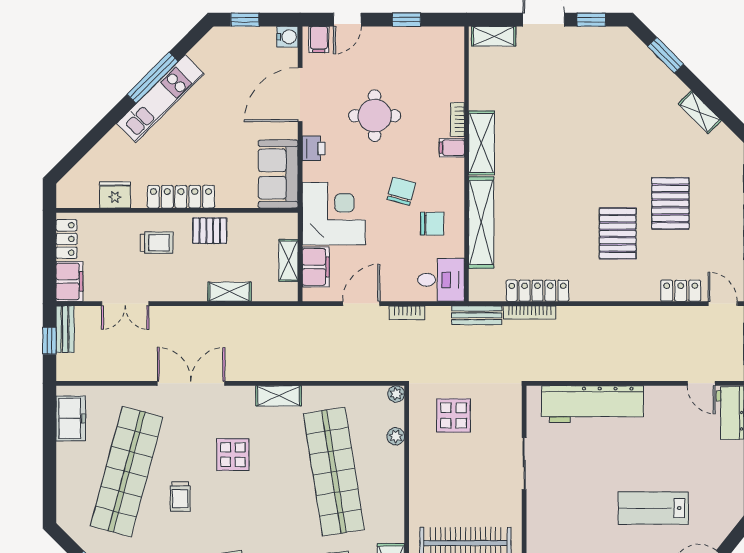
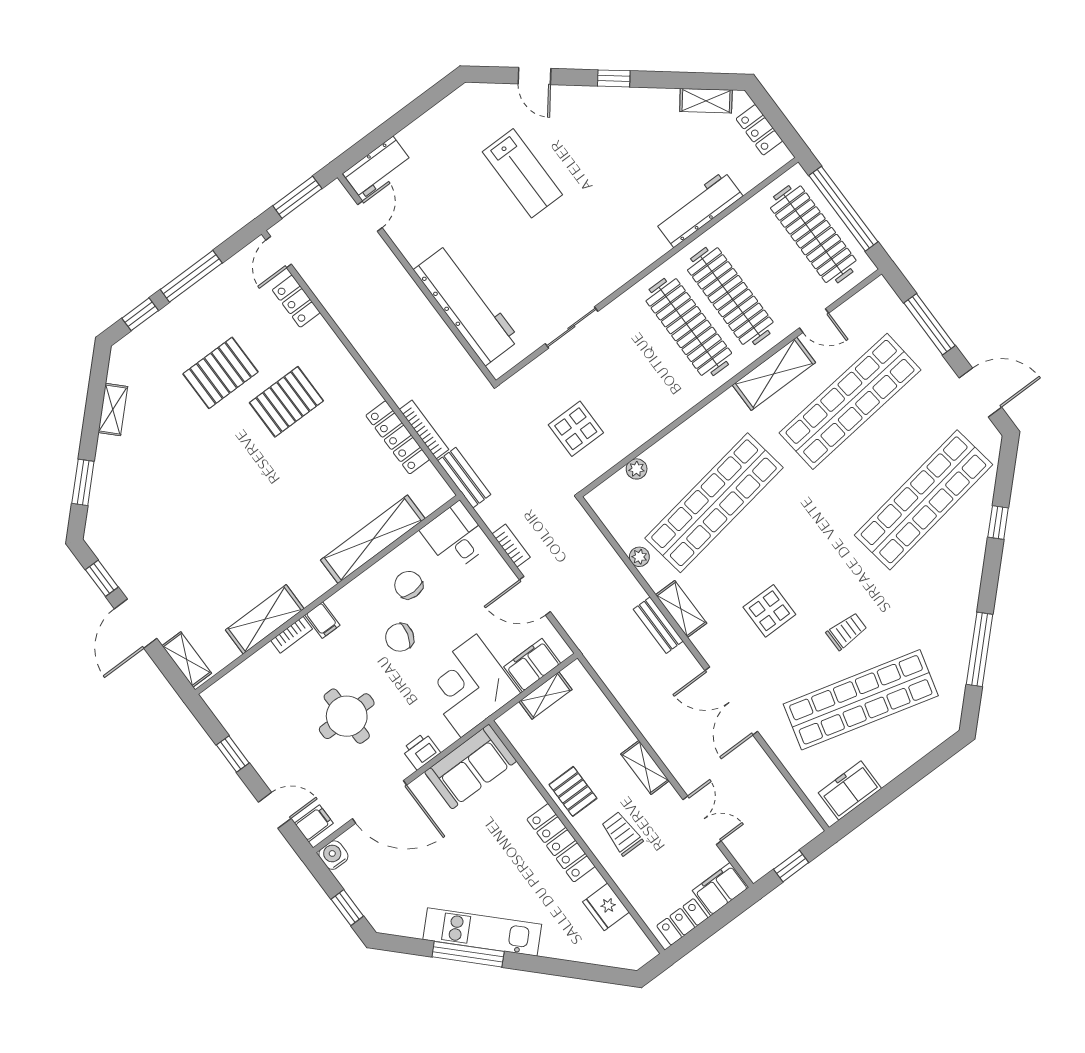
shelving: (481, 143) -> (265, 619), moved
shelving: (229, 292) -> (645, 767), moved
bench: (65, 329) -> (658, 625), moved, turned 90
plant: (396, 394) -> (639, 557), moved

